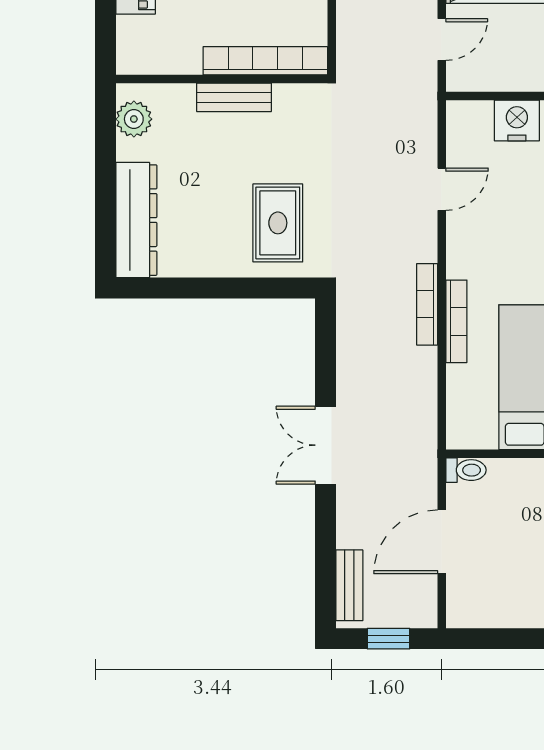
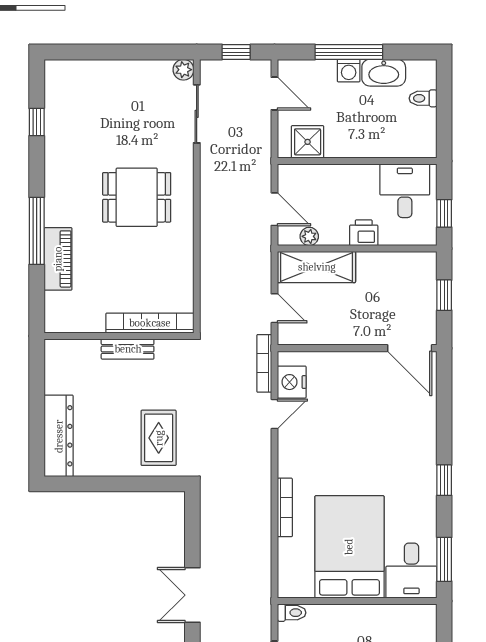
door: (442, 40) -> (275, 308), hinge flipped
plant: (134, 119) -> (57, 364), removed
nightstand: (517, 121) -> (292, 382), moved, turned -90
bookcase: (427, 304) -> (264, 363), moved

